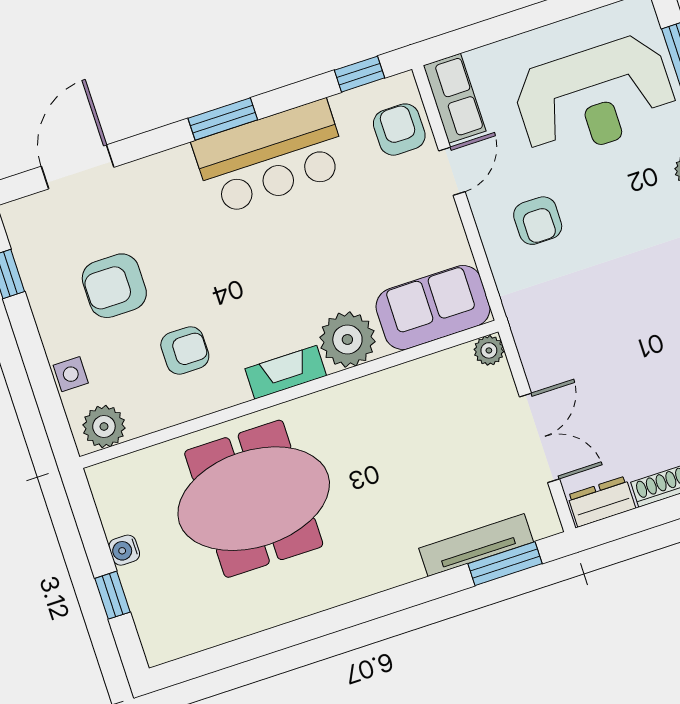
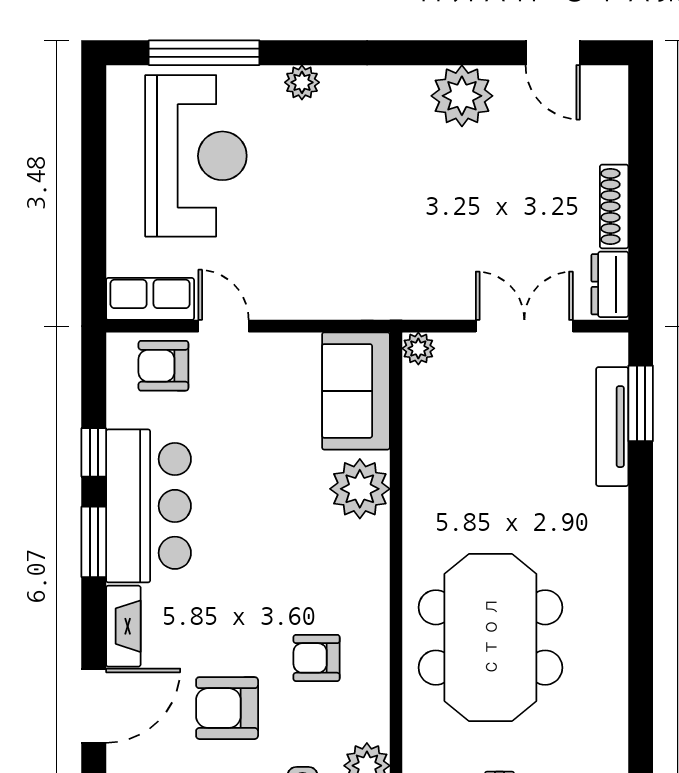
window: (360, 74) -> (94, 452), moved
door: (78, 167) -> (94, 706), swing flipped
armchair: (538, 221) -> (302, 255), removed
armchair: (114, 286) -> (227, 708), turned 90
armchair: (185, 350) -> (317, 658), turned -90
fireplace: (286, 372) -> (123, 626), moved, turned 180

